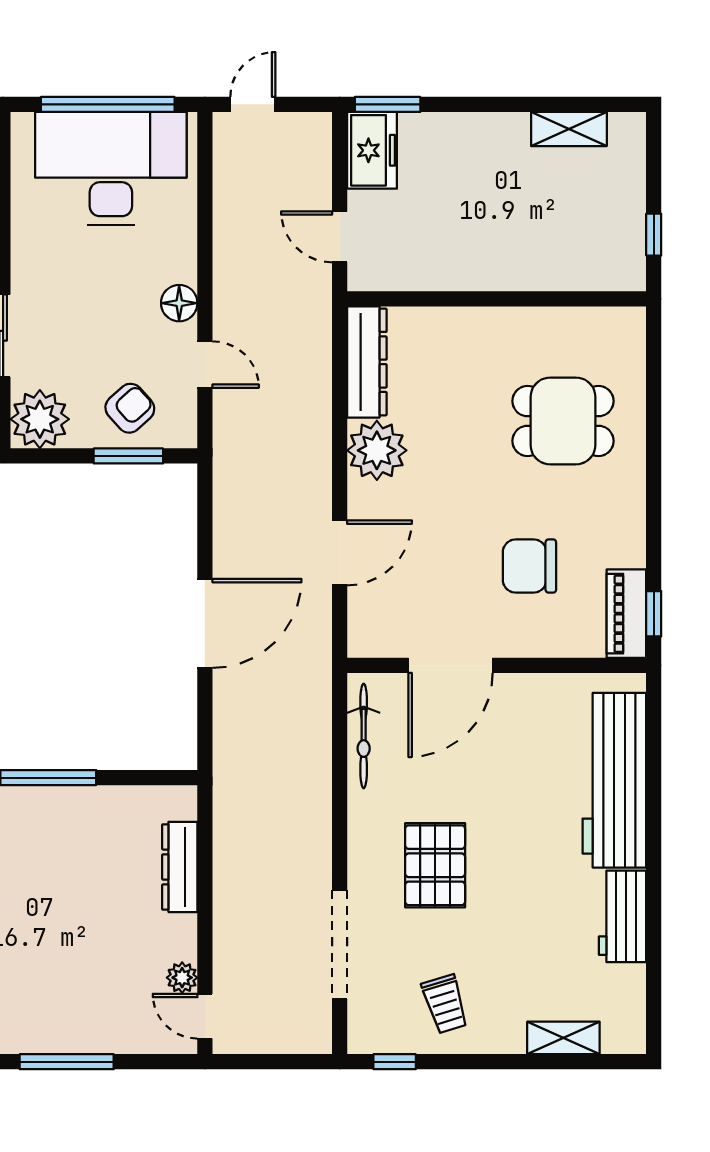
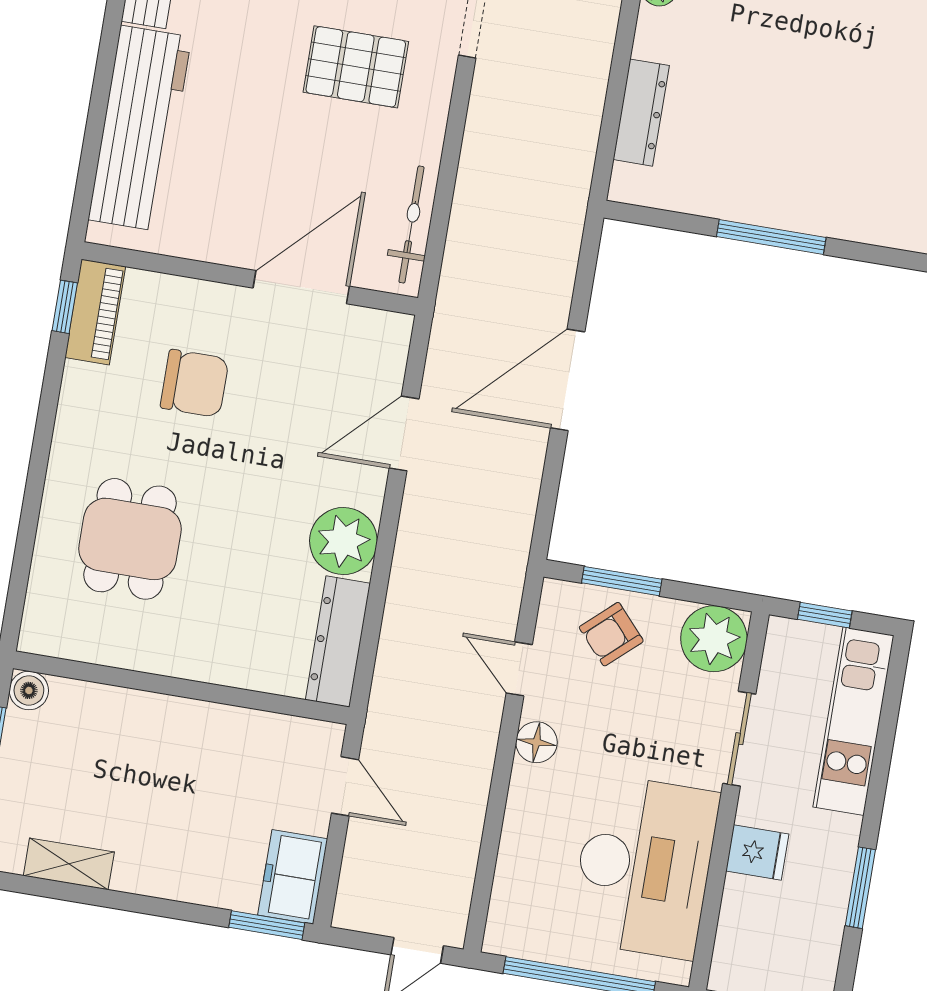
desk: (111, 169) -> (644, 867), moved, turned -90
boiler: (629, 274) -> (29, 690), added
dining table: (563, 421) -> (130, 539), turned 90
pallet: (435, 865) -> (356, 67), turned 90

